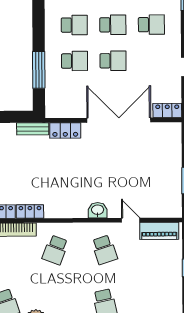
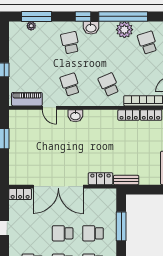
school desk: (55, 250) -> (109, 85), turned -45

